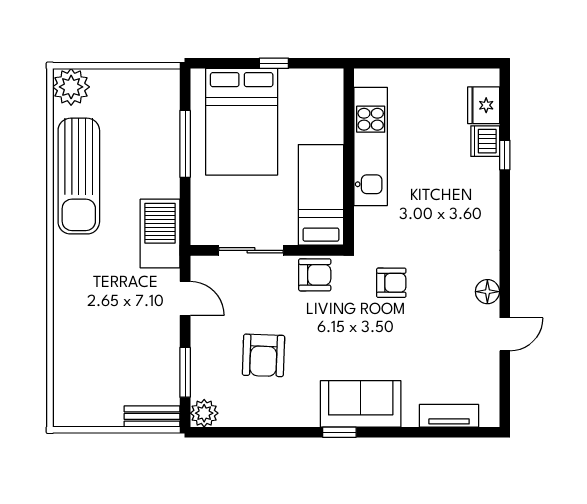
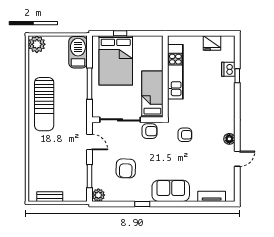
window: (274, 63) -> (120, 33), moved
fridge: (484, 105) -> (212, 43), moved, turned -90
window: (185, 144) -> (90, 84), moved
sun lounger: (79, 176) -> (44, 104), moved
barbecue: (160, 234) -> (78, 52), moved
sliding door: (251, 250) -> (120, 120), width x1.37
bench: (152, 416) -> (50, 197), moved
window: (339, 432) -> (142, 204), moved

